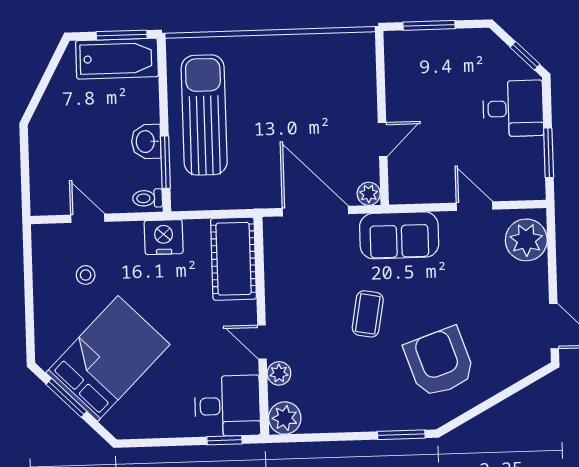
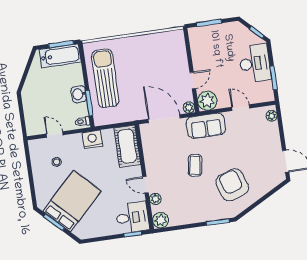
desk: (513, 109) -> (255, 63), width x1.37
plant: (408, 184) -> (207, 101), added
plant: (526, 240) -> (272, 116), width x0.53, depth x0.53

